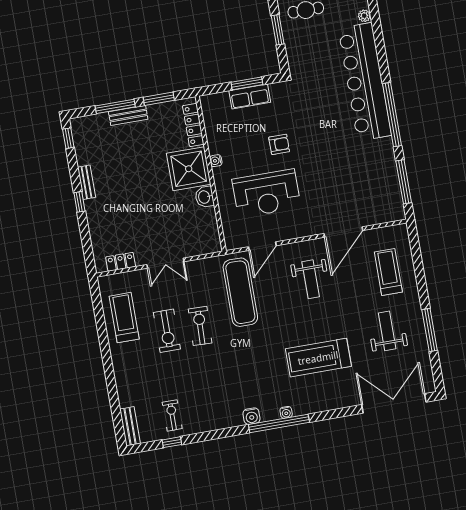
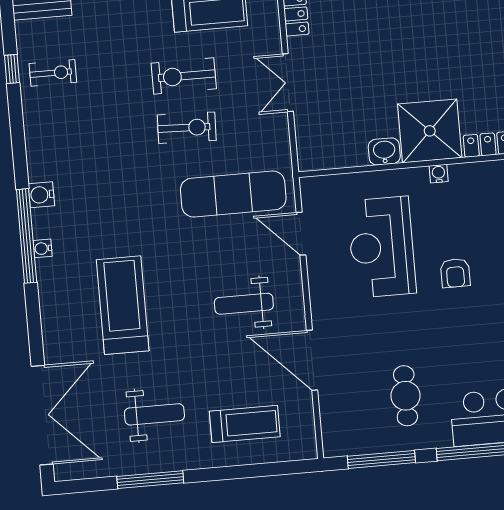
cafe table: (361, 170) -> (406, 396), added

